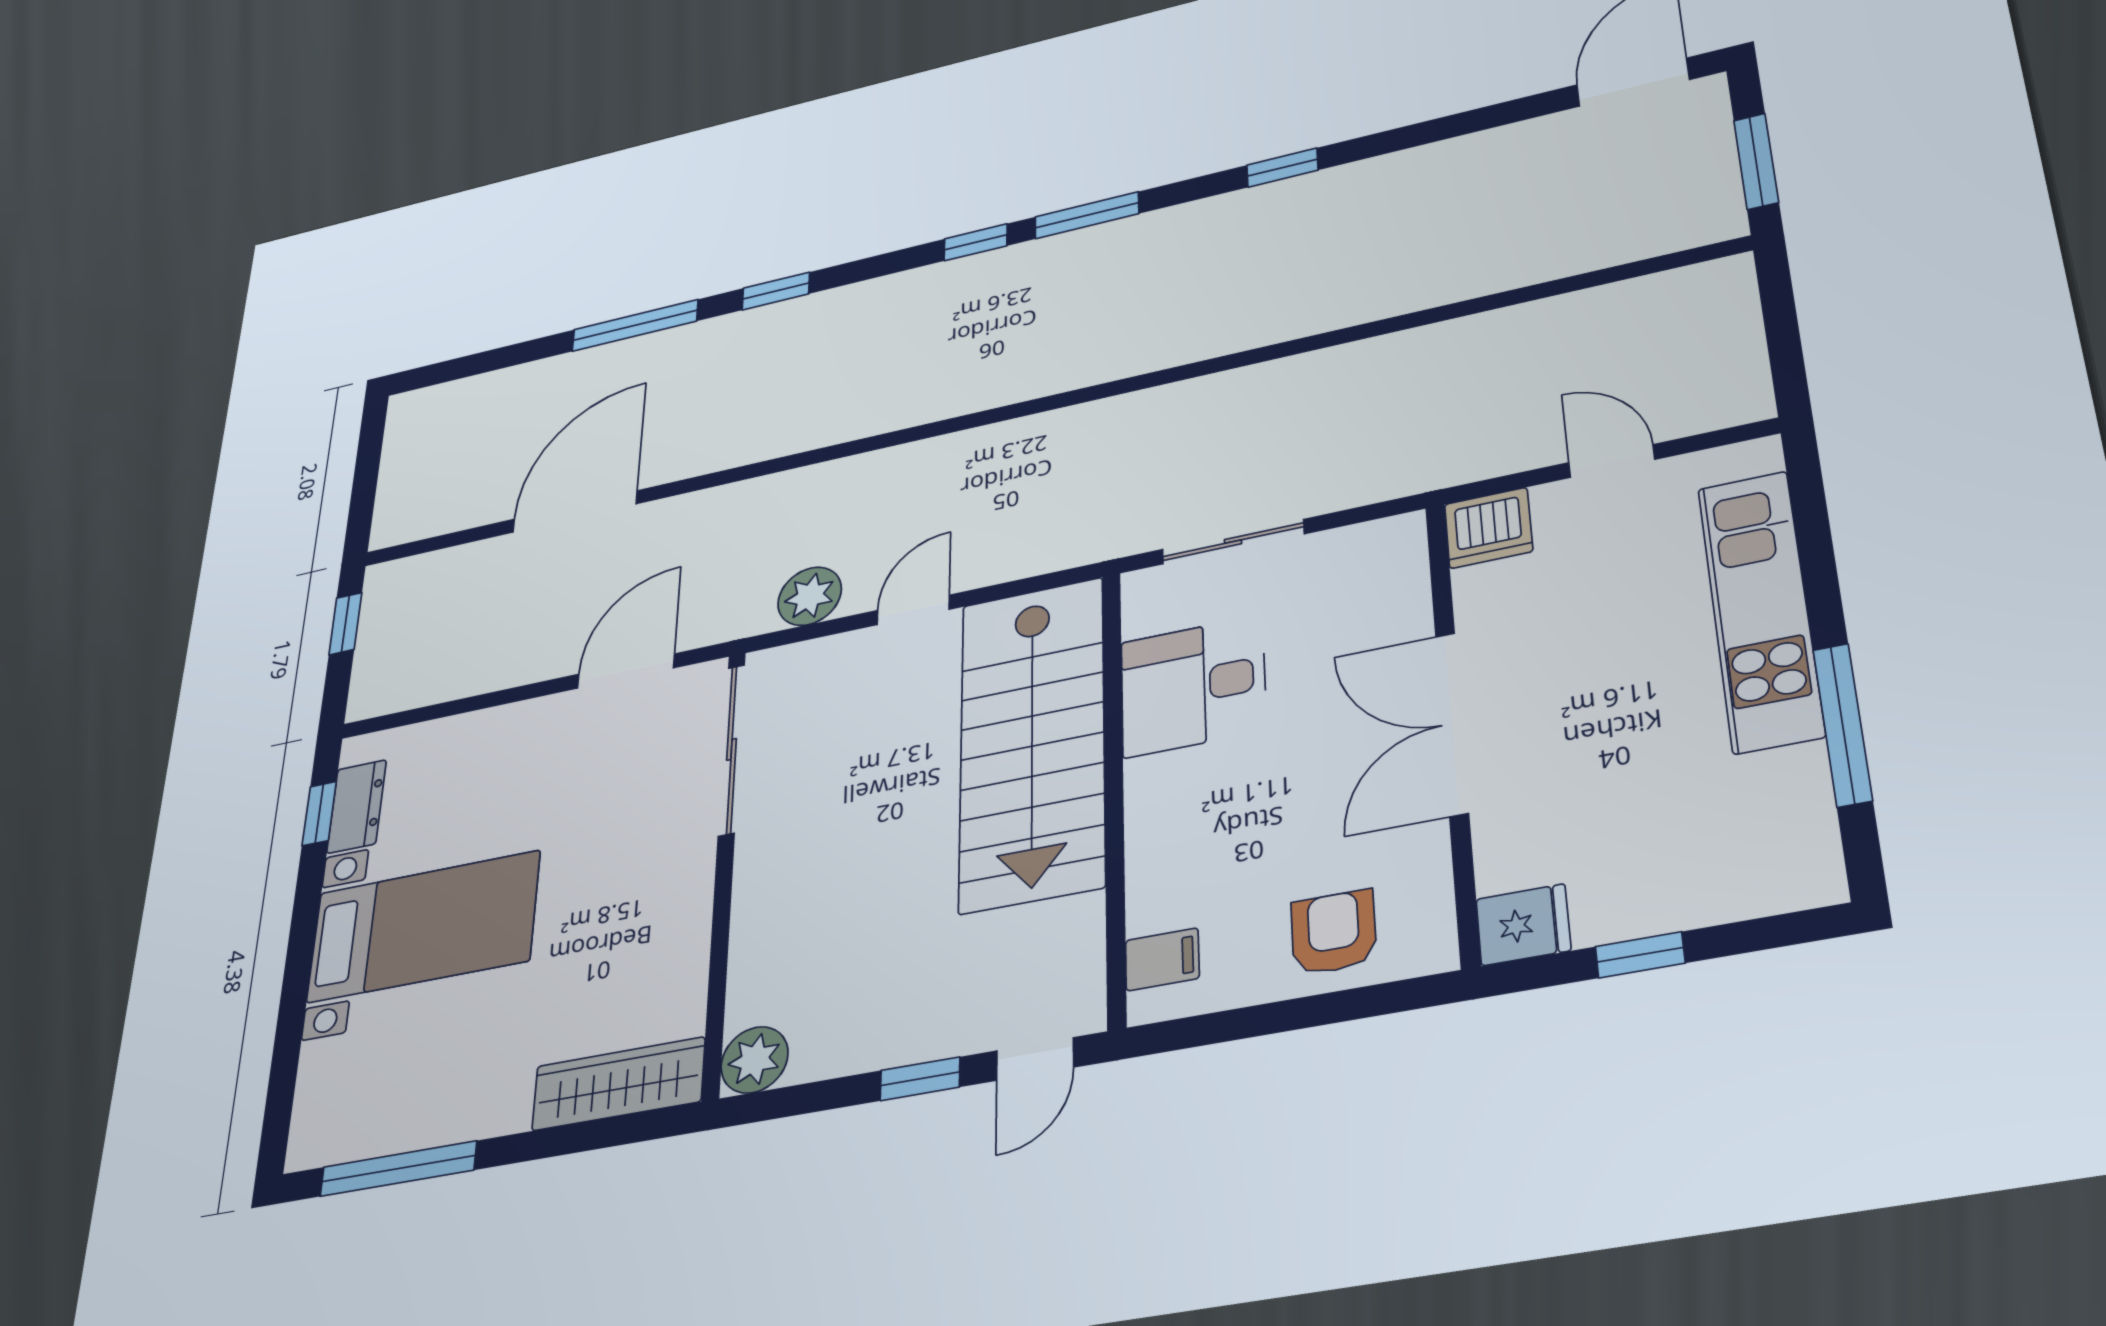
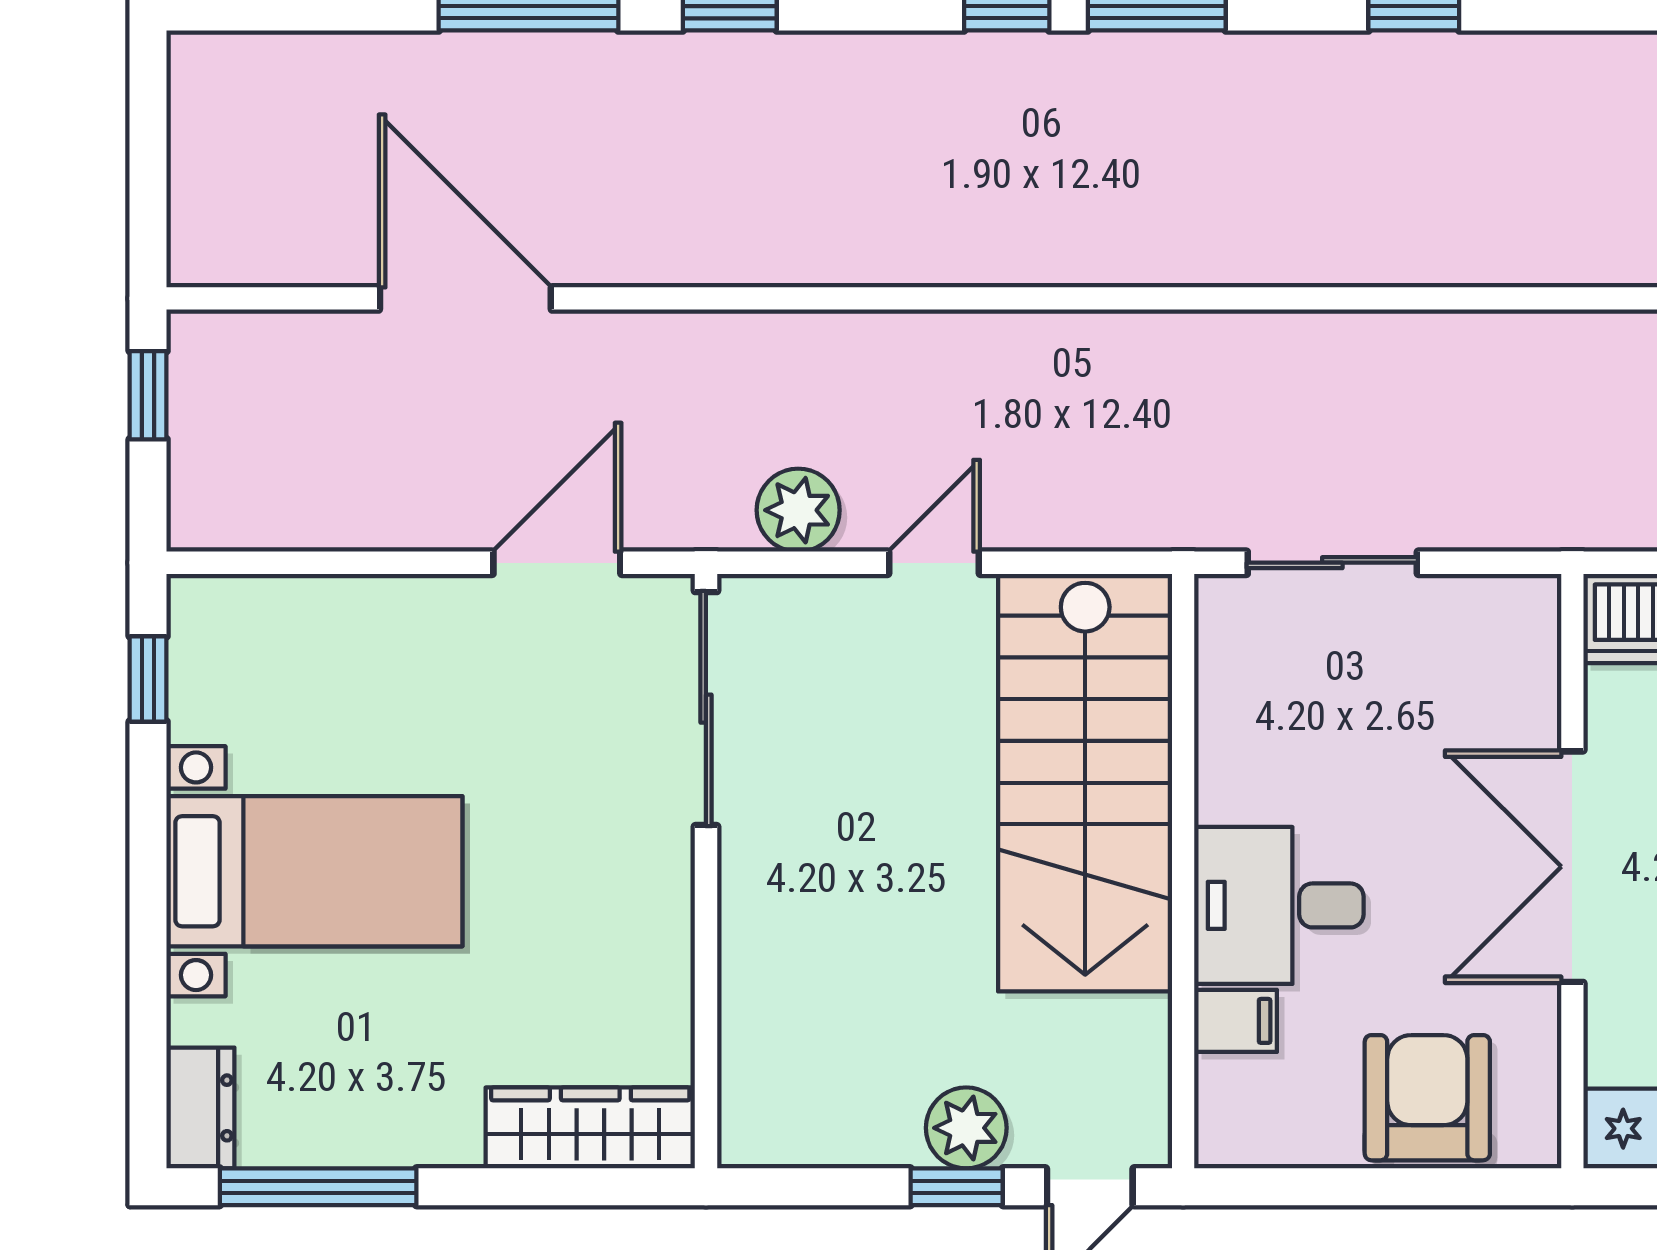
door: (575, 512) -> (465, 298), hinge flipped
desk: (1193, 686) -> (1279, 905), moved
dresser: (357, 806) -> (200, 1108), moved
armchair: (1334, 932) -> (1427, 1098), width x1.38, depth x1.38
filing cabinet: (1162, 959) -> (1236, 1021), moved
plant: (754, 1060) -> (966, 1128), moved

